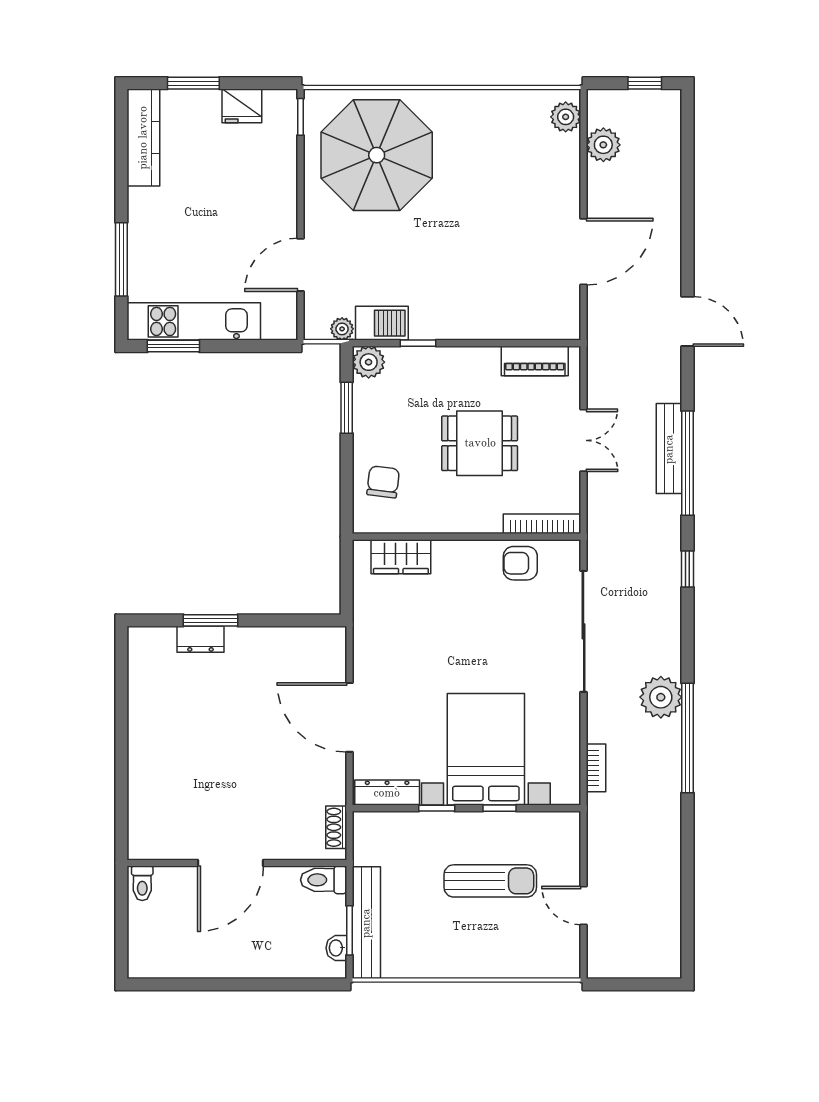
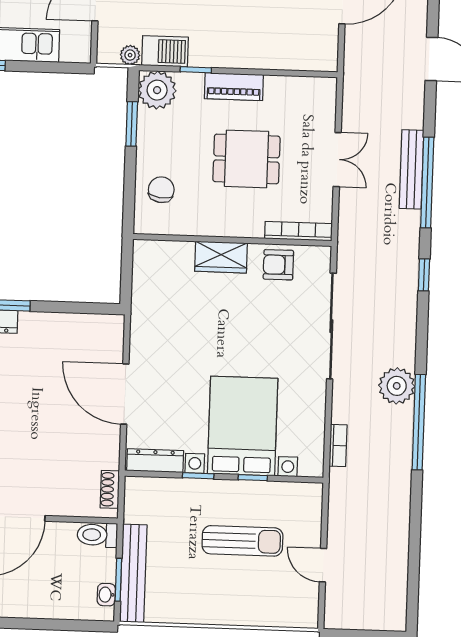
piano: (535, 361) -> (234, 87), moved
plant: (369, 362) -> (157, 90), width x1.36, depth x1.36
wardrobe: (401, 557) -> (221, 257), moved

